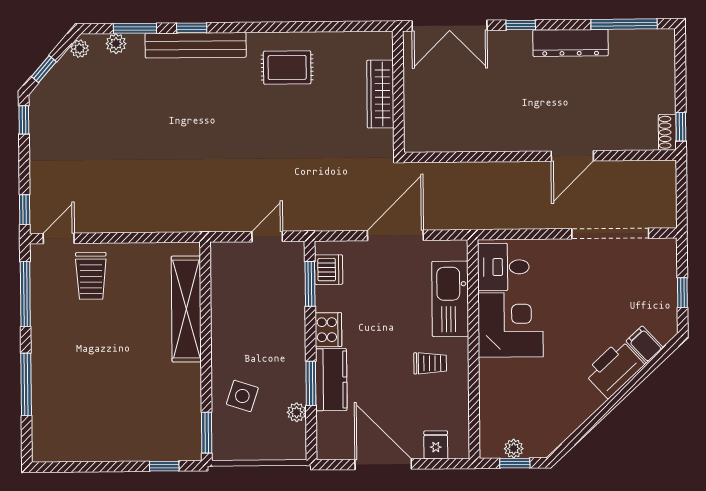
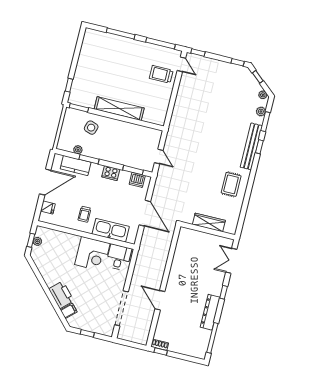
double door: (450, 26) -> (231, 261), width x0.73
shelving: (186, 309) -> (119, 109), moved
kitchen counter: (331, 380) -> (76, 166), moved

